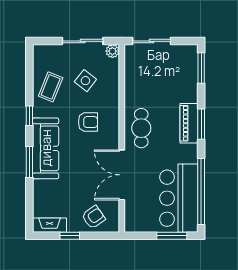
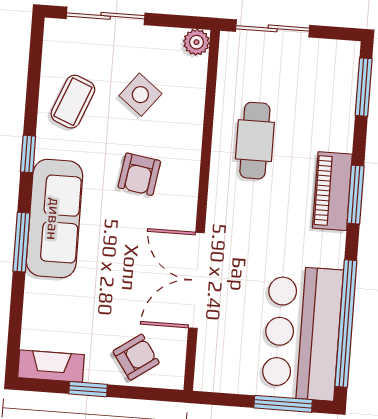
sliding door: (83, 41) -> (106, 16), moved
armchair: (88, 122) -> (139, 174), turned 99
cafe table: (141, 128) -> (255, 141), moved

